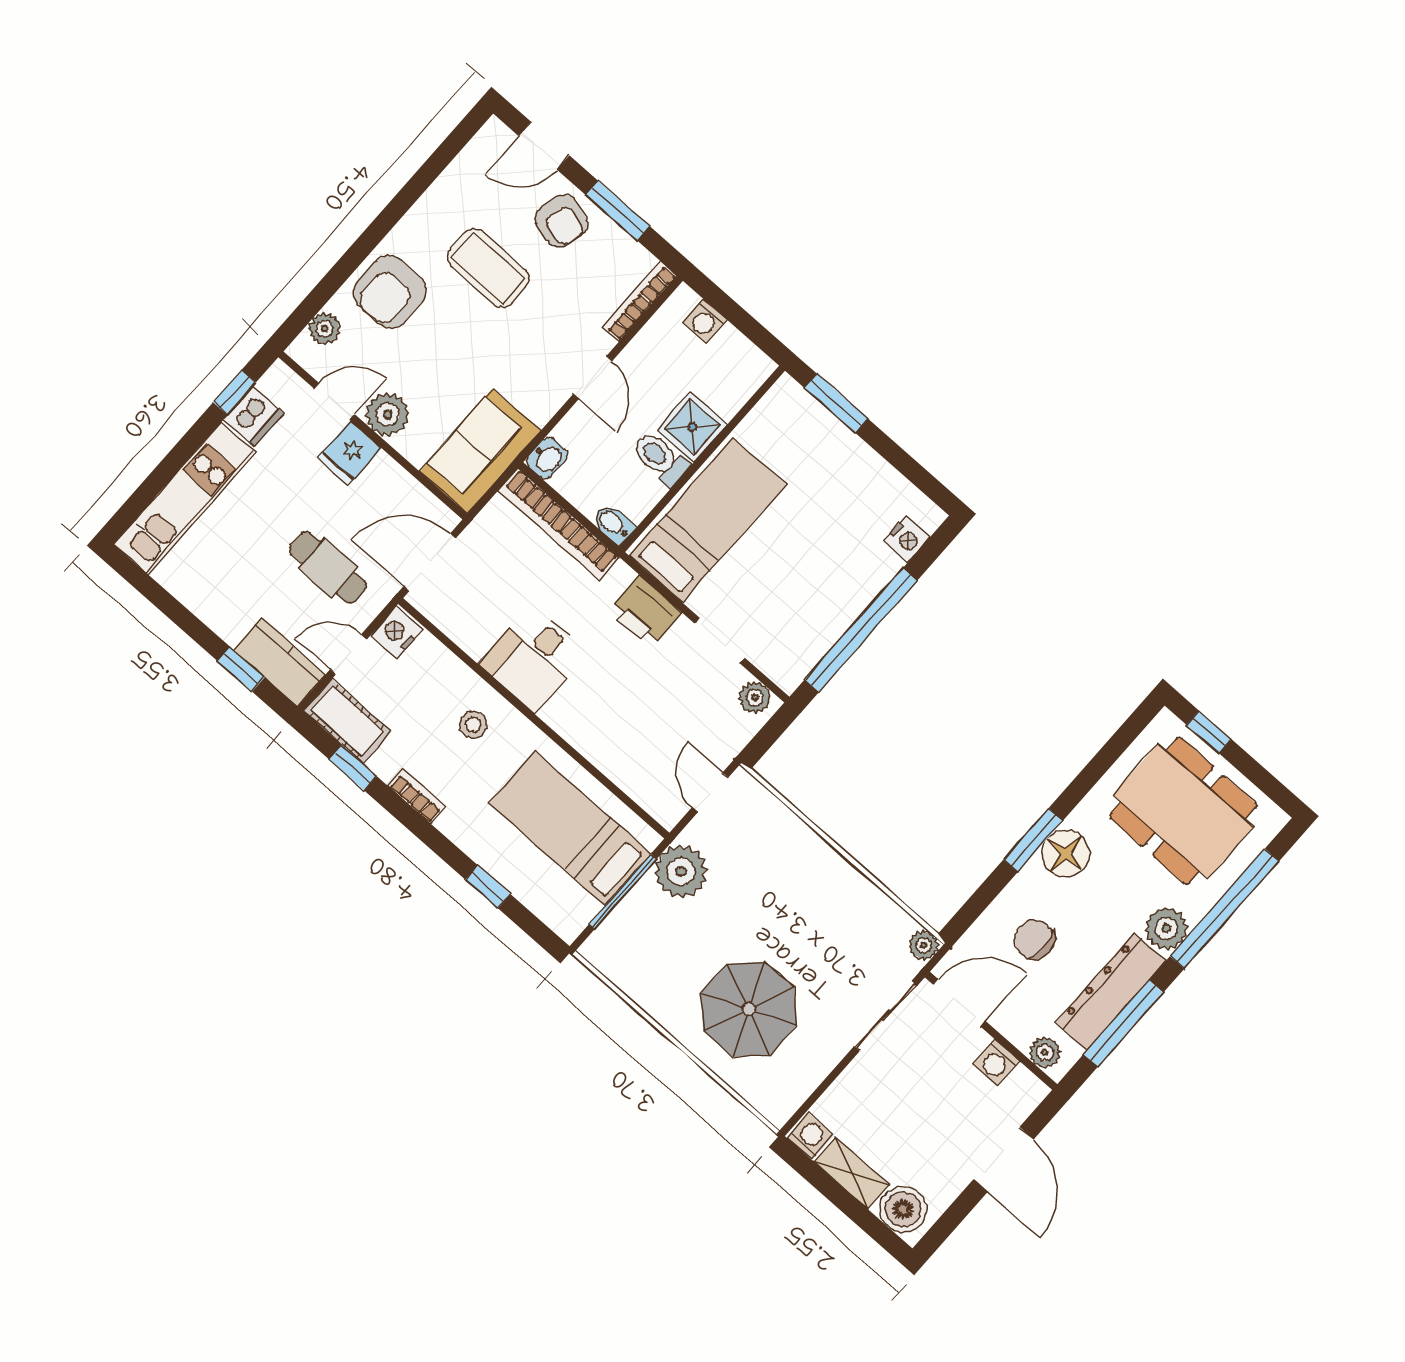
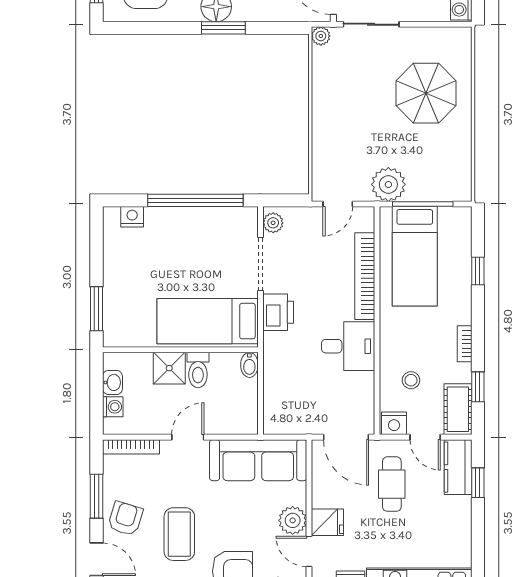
sofa: (480, 451) -> (258, 460), width x1.36
washbasin: (547, 458) -> (112, 382), moved, turned 90
bookcase: (559, 524) -> (365, 276), moved, turned 180
doorway: (720, 641) -> (260, 264), width x1.38
stool: (473, 725) -> (411, 380), moved

